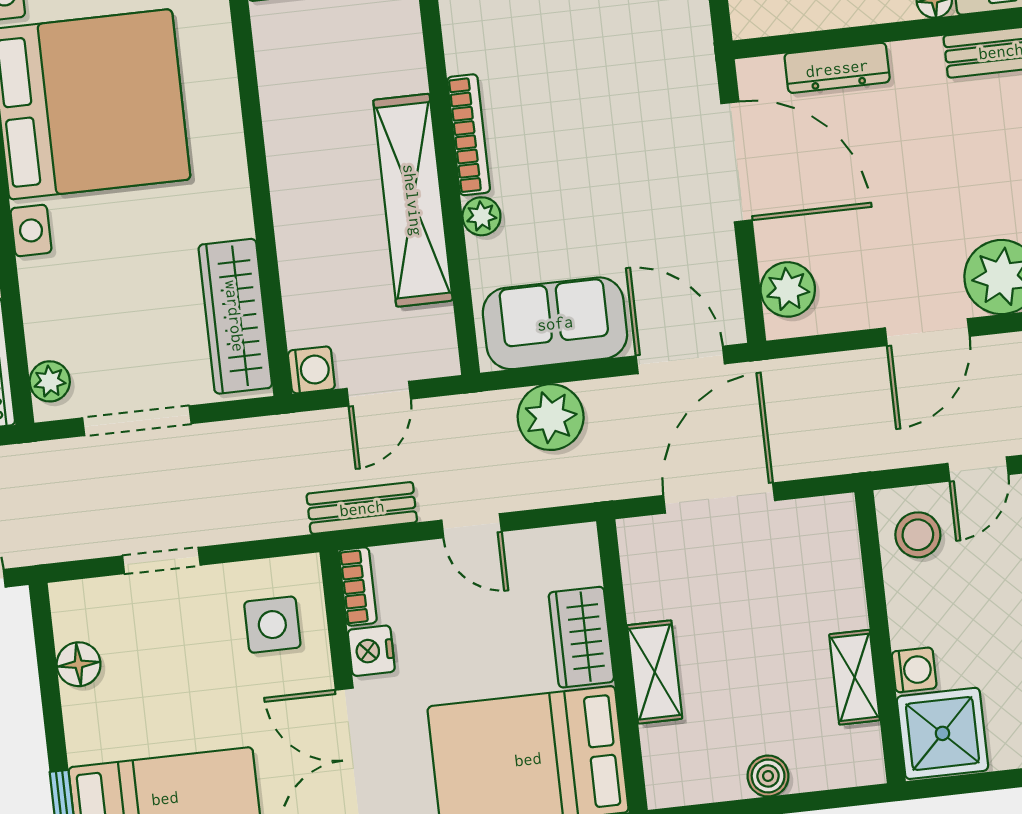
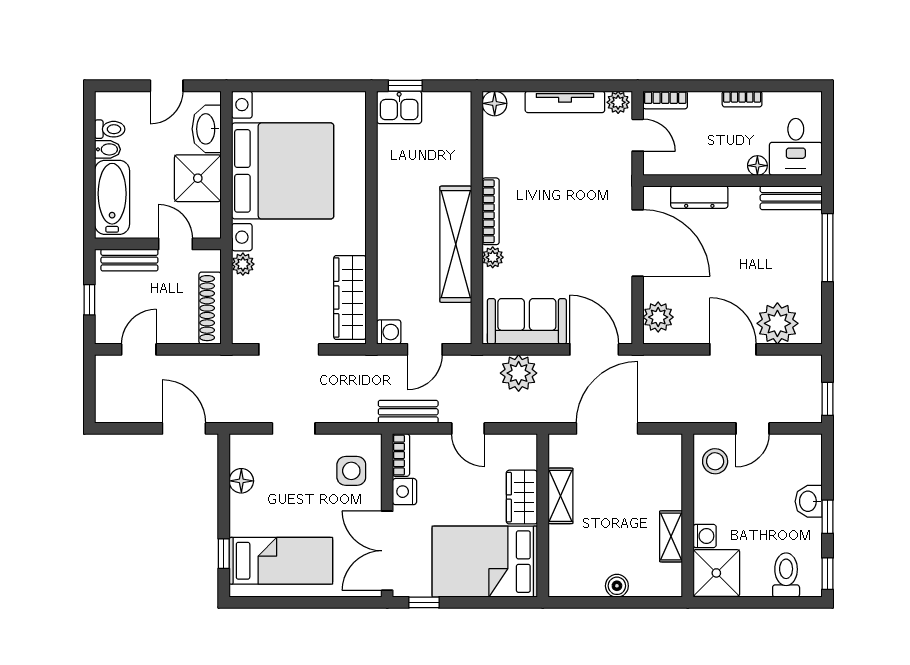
door: (927, 332) -> (733, 349), swing flipped
plant: (50, 381) -> (243, 264), moved
shelving: (655, 672) -> (560, 496), moved

